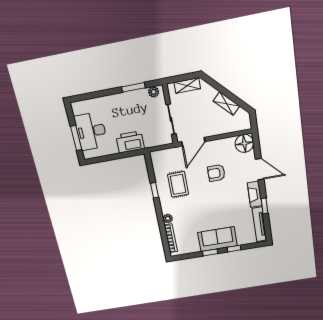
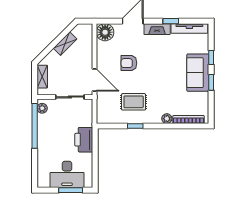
window: (133, 87) -> (35, 126), width x2.11
armchair: (216, 173) -> (129, 63), turned 90

